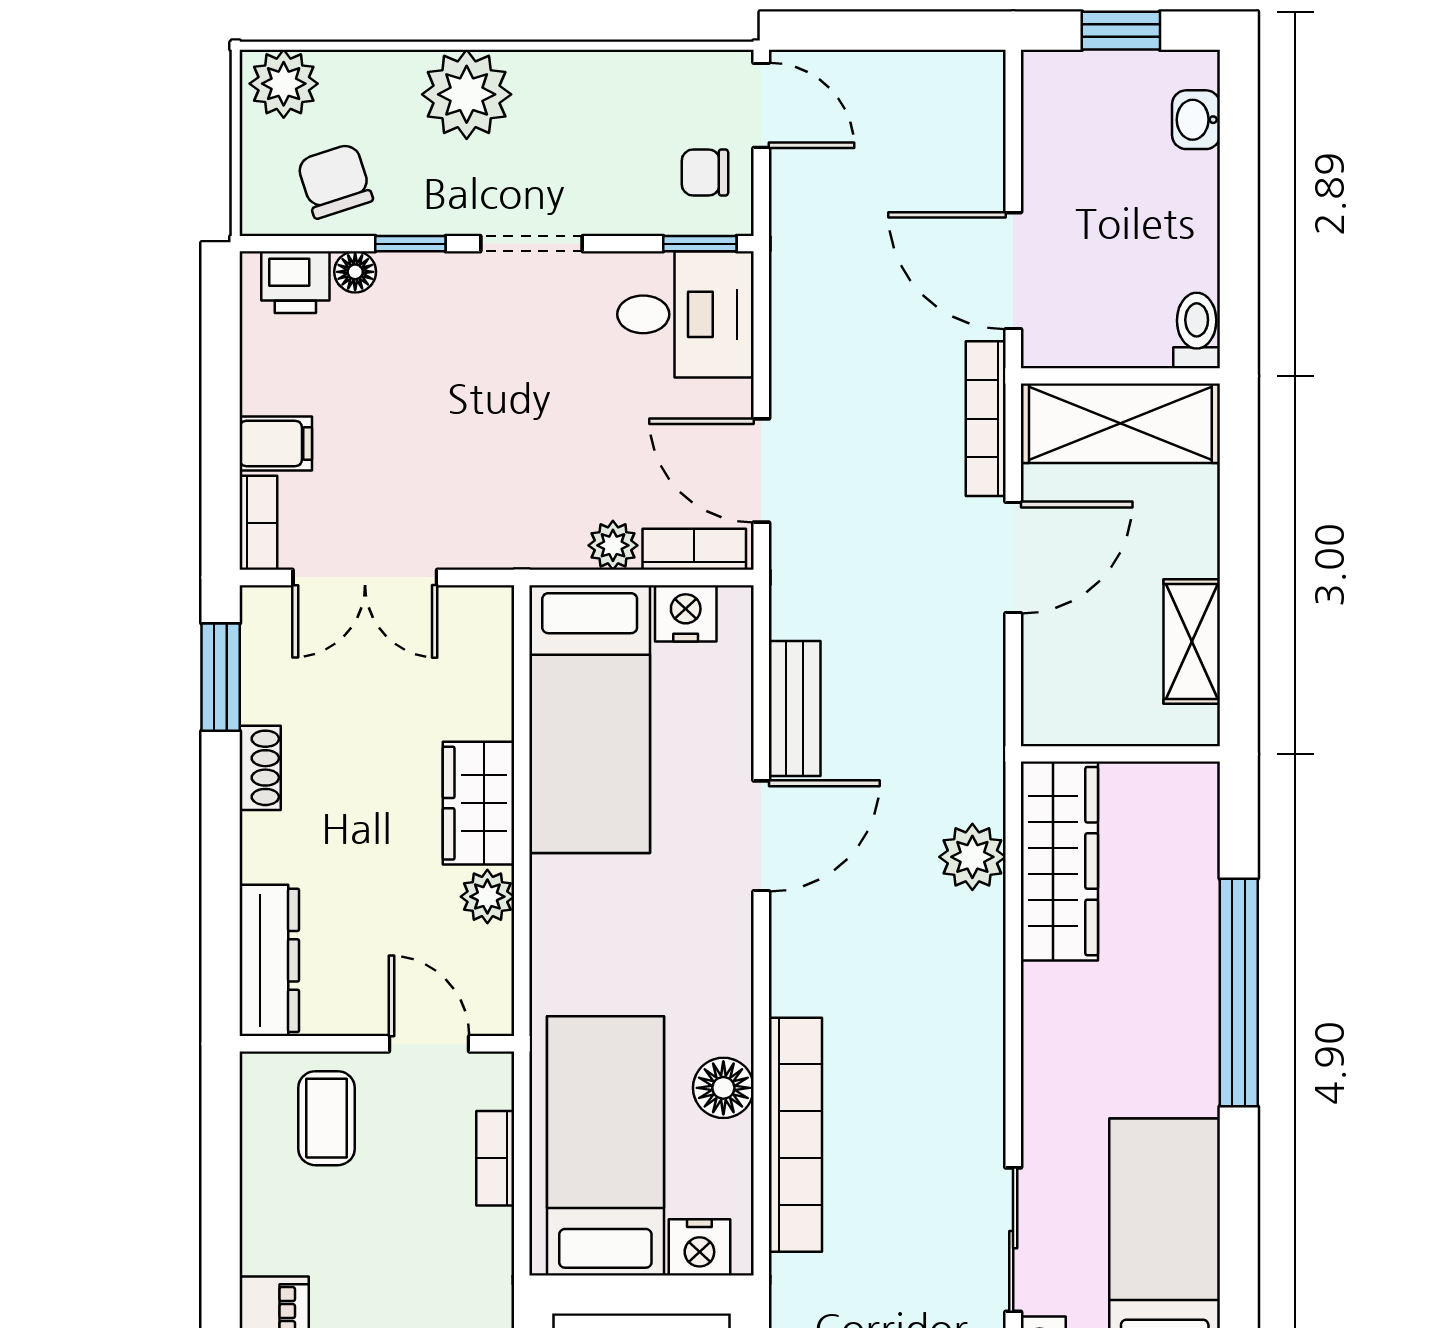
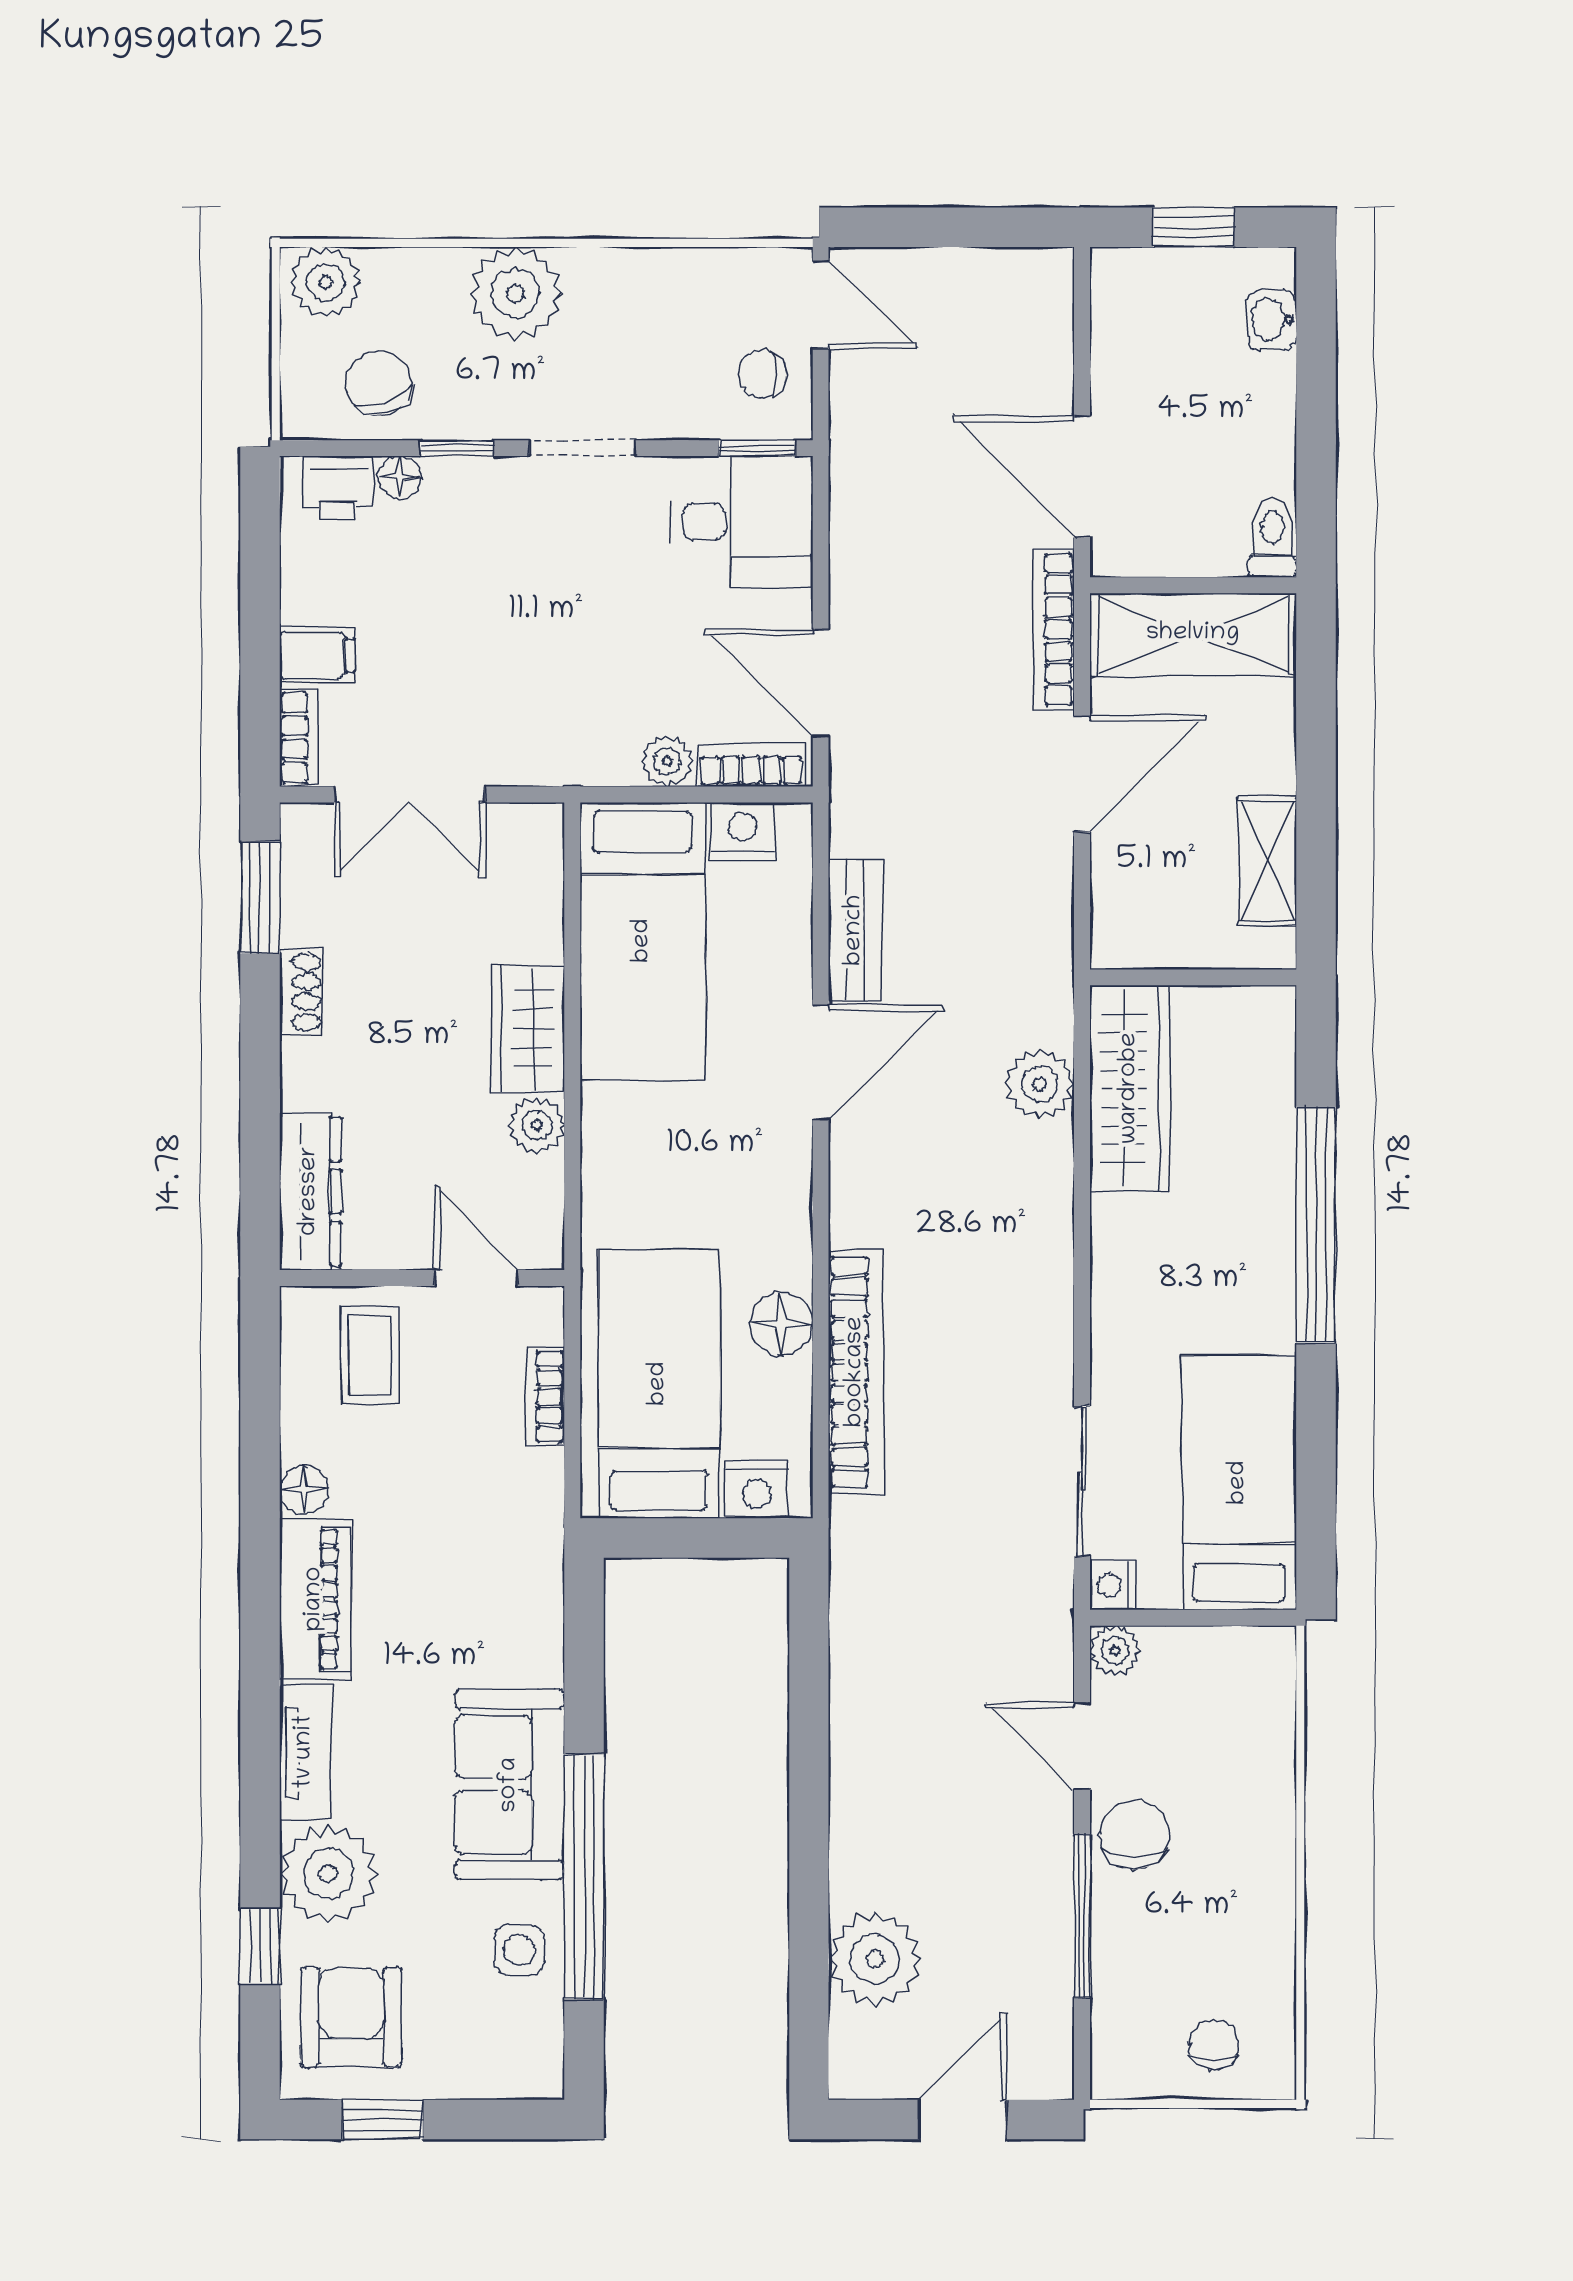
floor lamp: (263, 1248) -> (304, 1490), added

